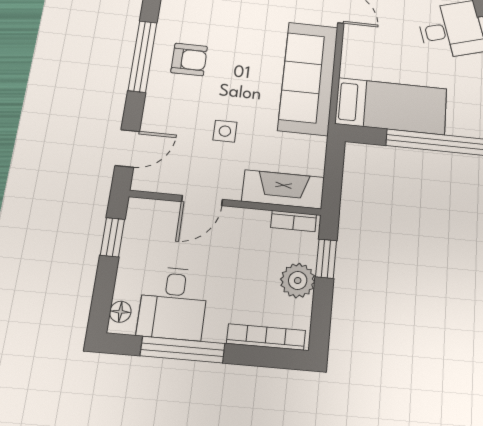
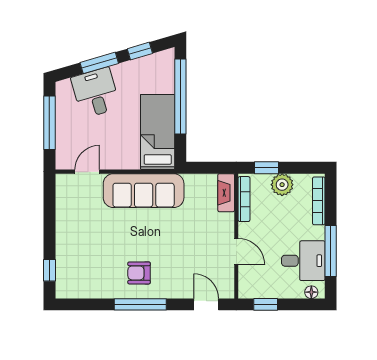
armchair: (189, 59) -> (139, 273), turned -90
side table: (225, 131) -> (188, 243), removed
fireplace: (283, 189) -> (226, 193), width x0.73, depth x0.76
bookcase: (294, 221) -> (244, 199), width x1.56

